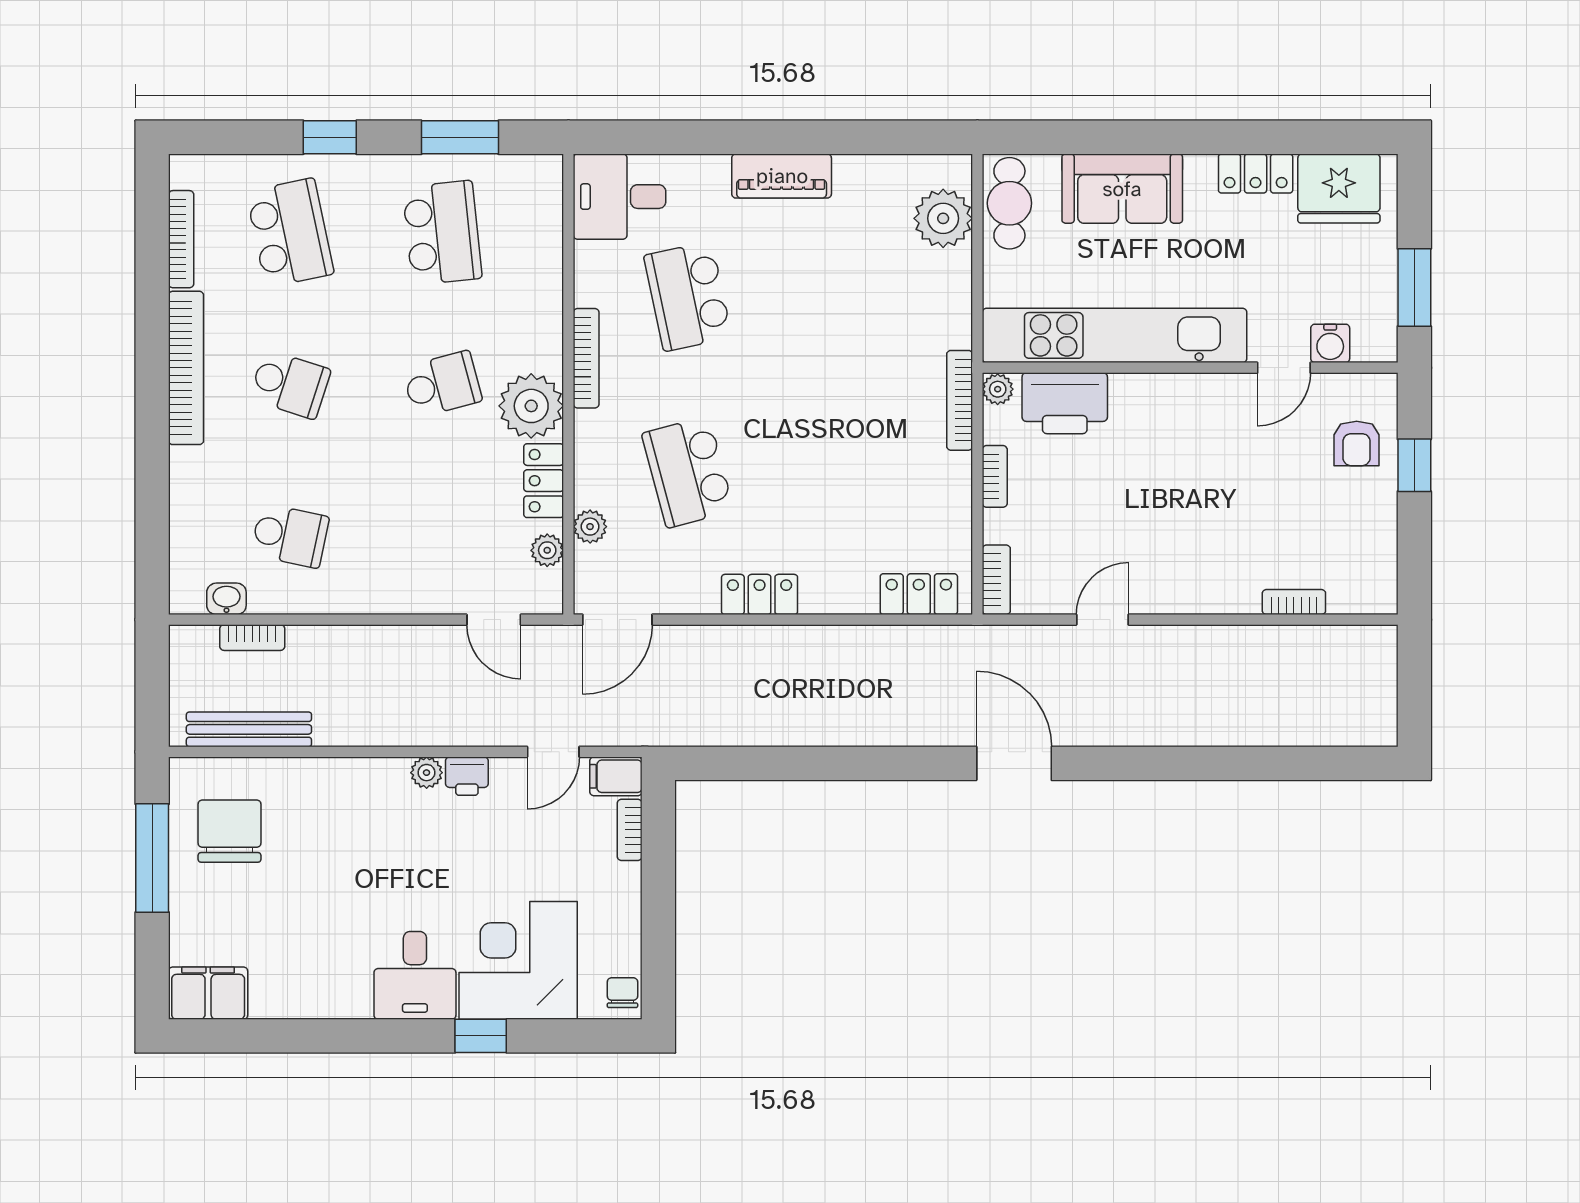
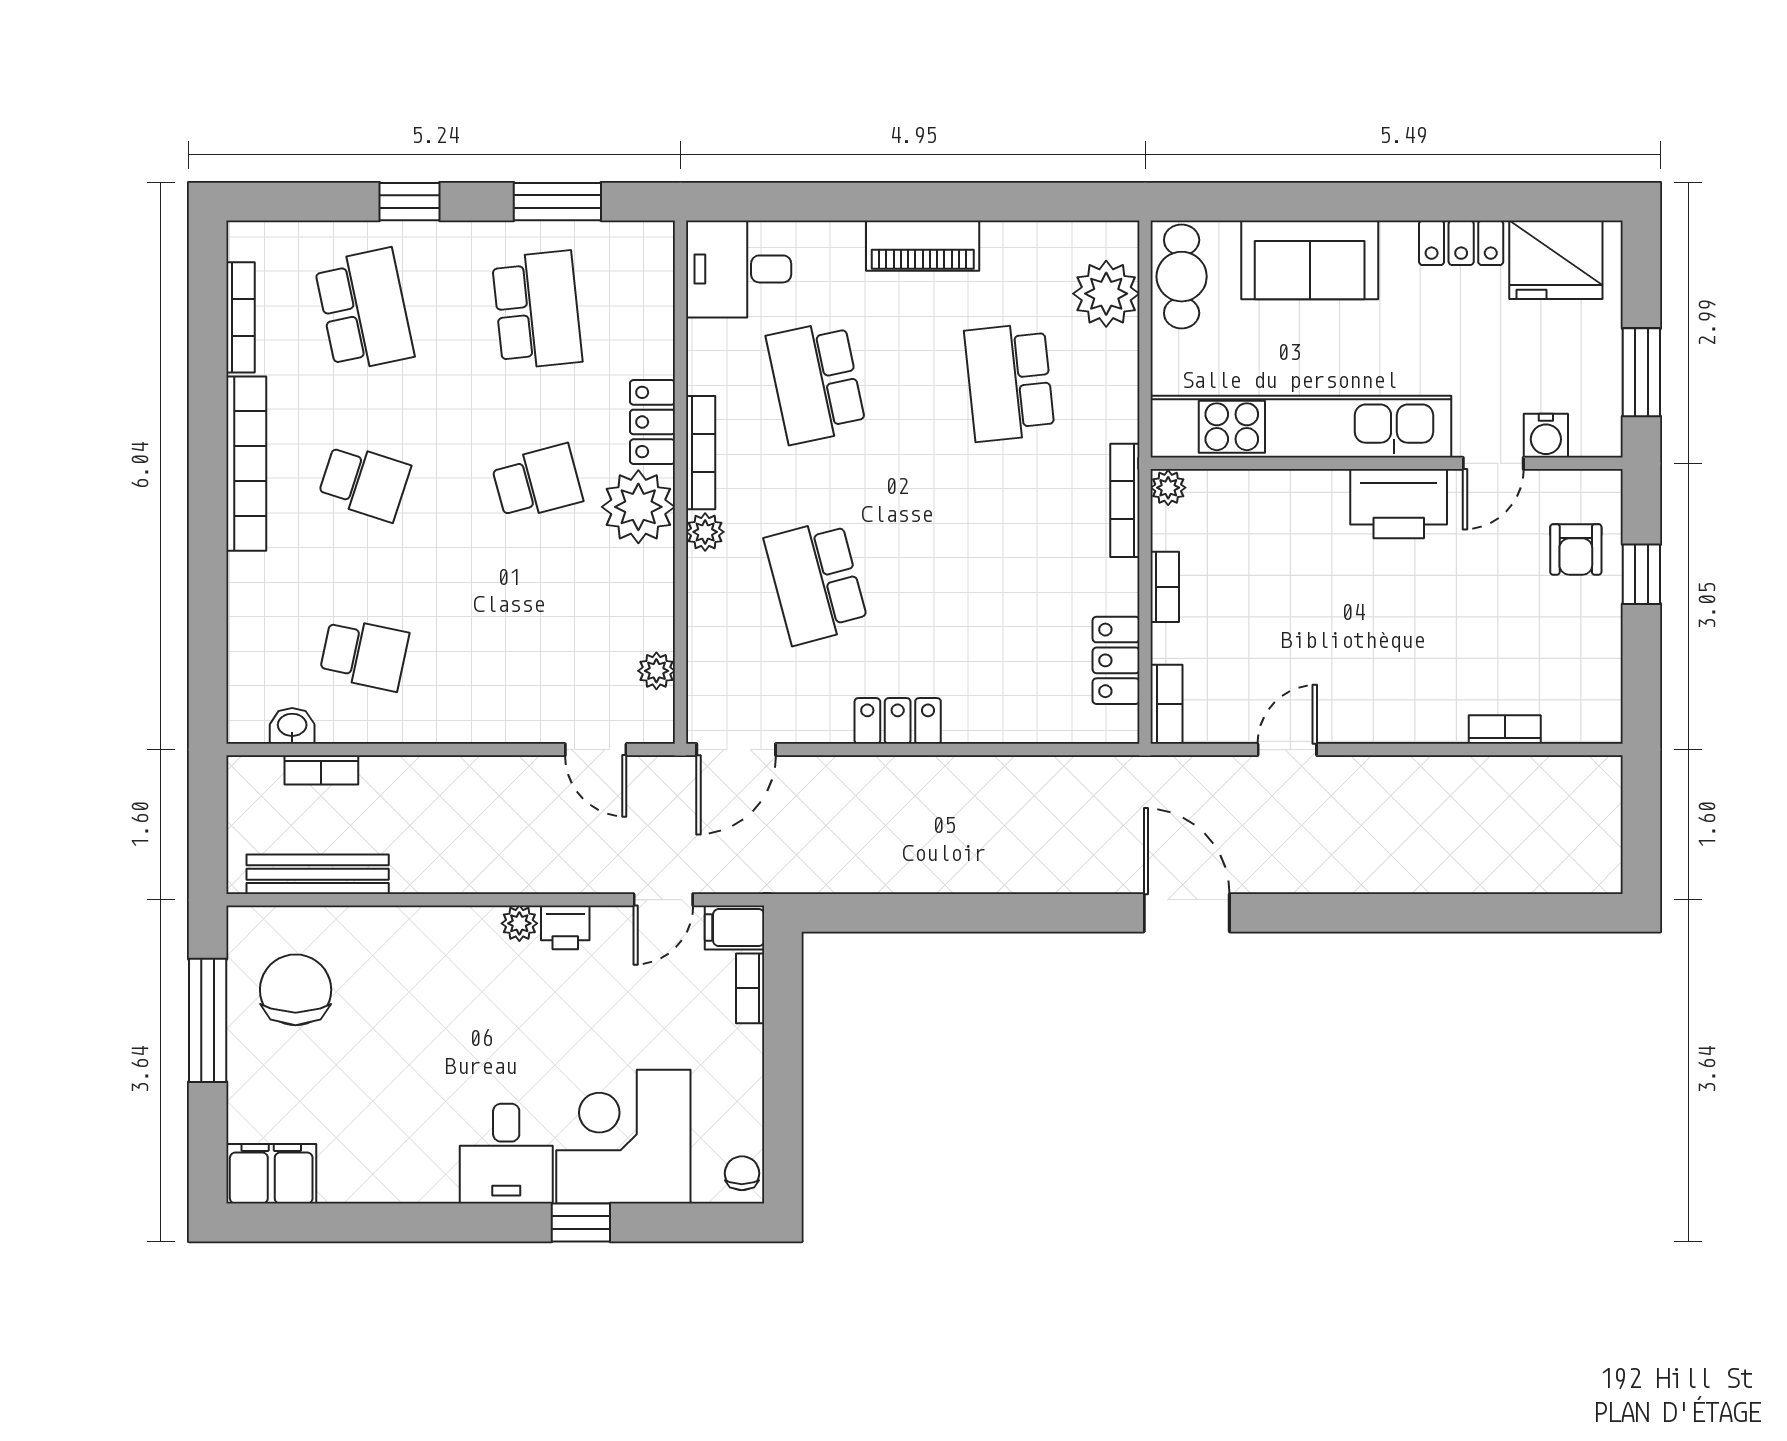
school desk: (858, 296) -> (1010, 382), added
printer: (1065, 403) -> (1399, 504), moved
locker: (544, 481) -> (652, 422), moved
plant: (590, 527) -> (705, 532), moved
locker: (919, 594) -> (1116, 660), moved, turned -90

